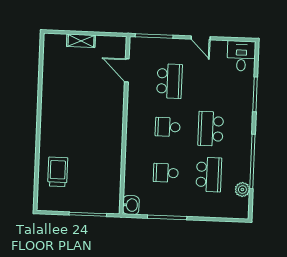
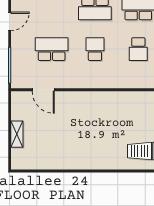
door: (127, 70) -> (43, 90), hinge flipped
school desk: (168, 127) -> (95, 49), turned 180

